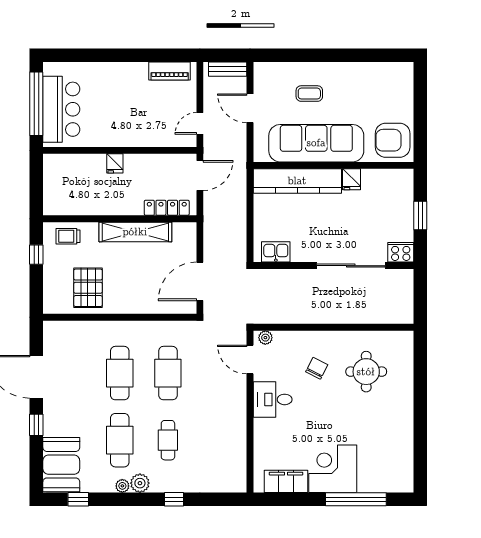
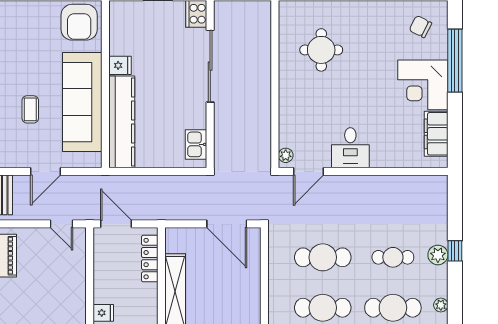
chair: (317, 368) -> (420, 27), moved
plant: (140, 483) -> (438, 255), moved

